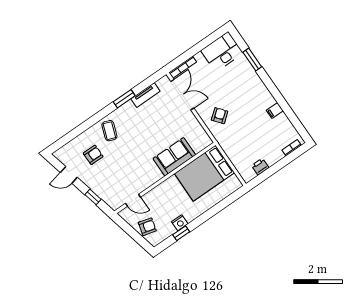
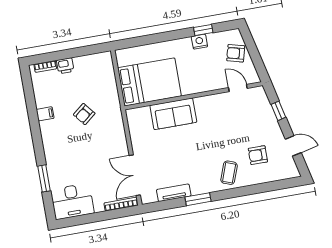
armchair: (220, 116) -> (84, 114), moved
printer: (260, 167) -> (65, 66), moved

